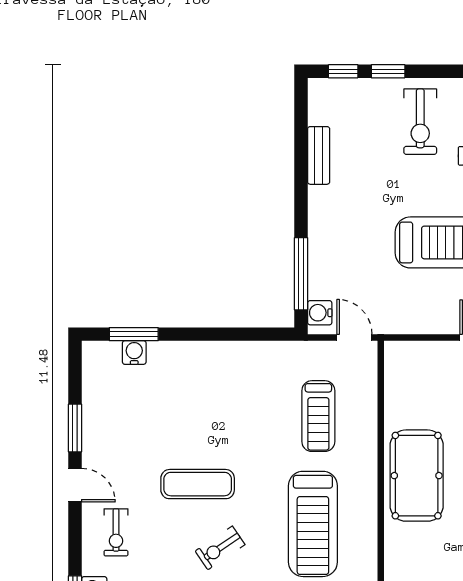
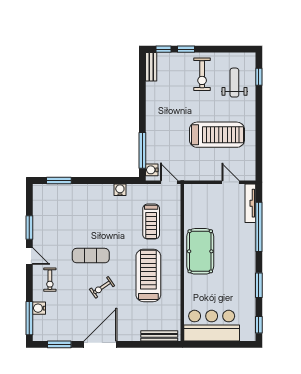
bench: (319, 155) -> (151, 67), moved
water cooler: (134, 352) -> (120, 190), moved
treadmill: (313, 524) -> (148, 275), turned 180

